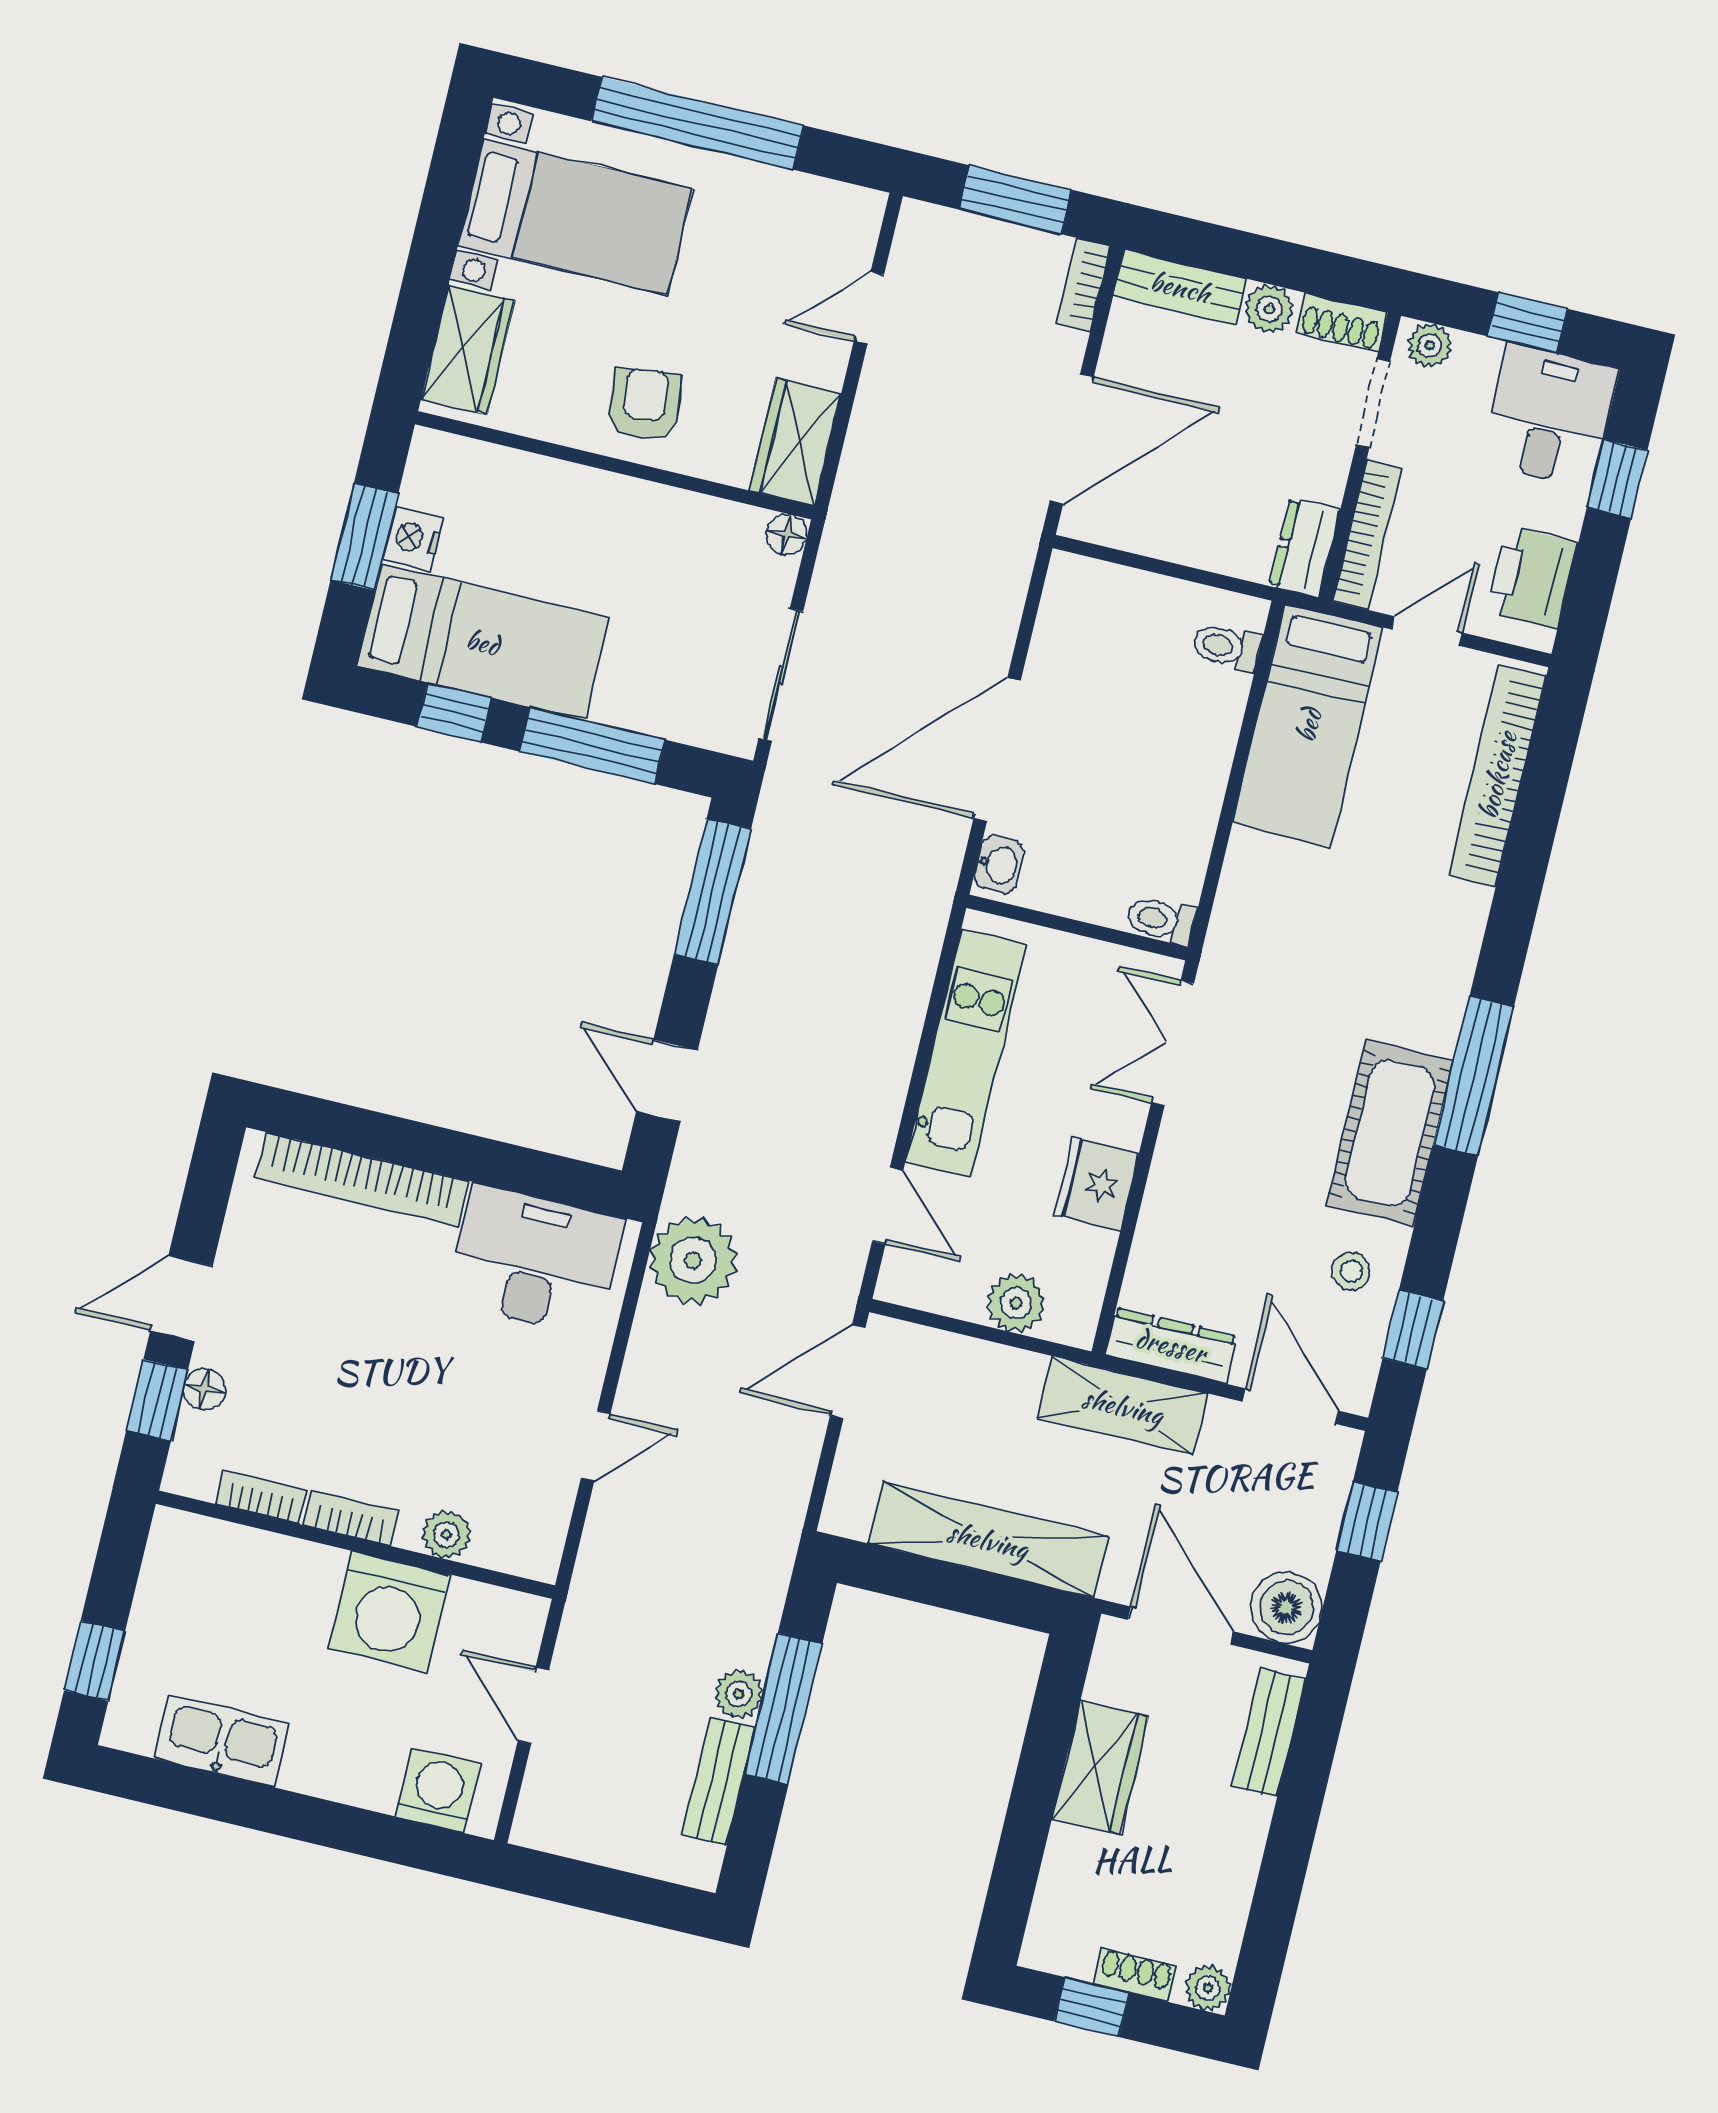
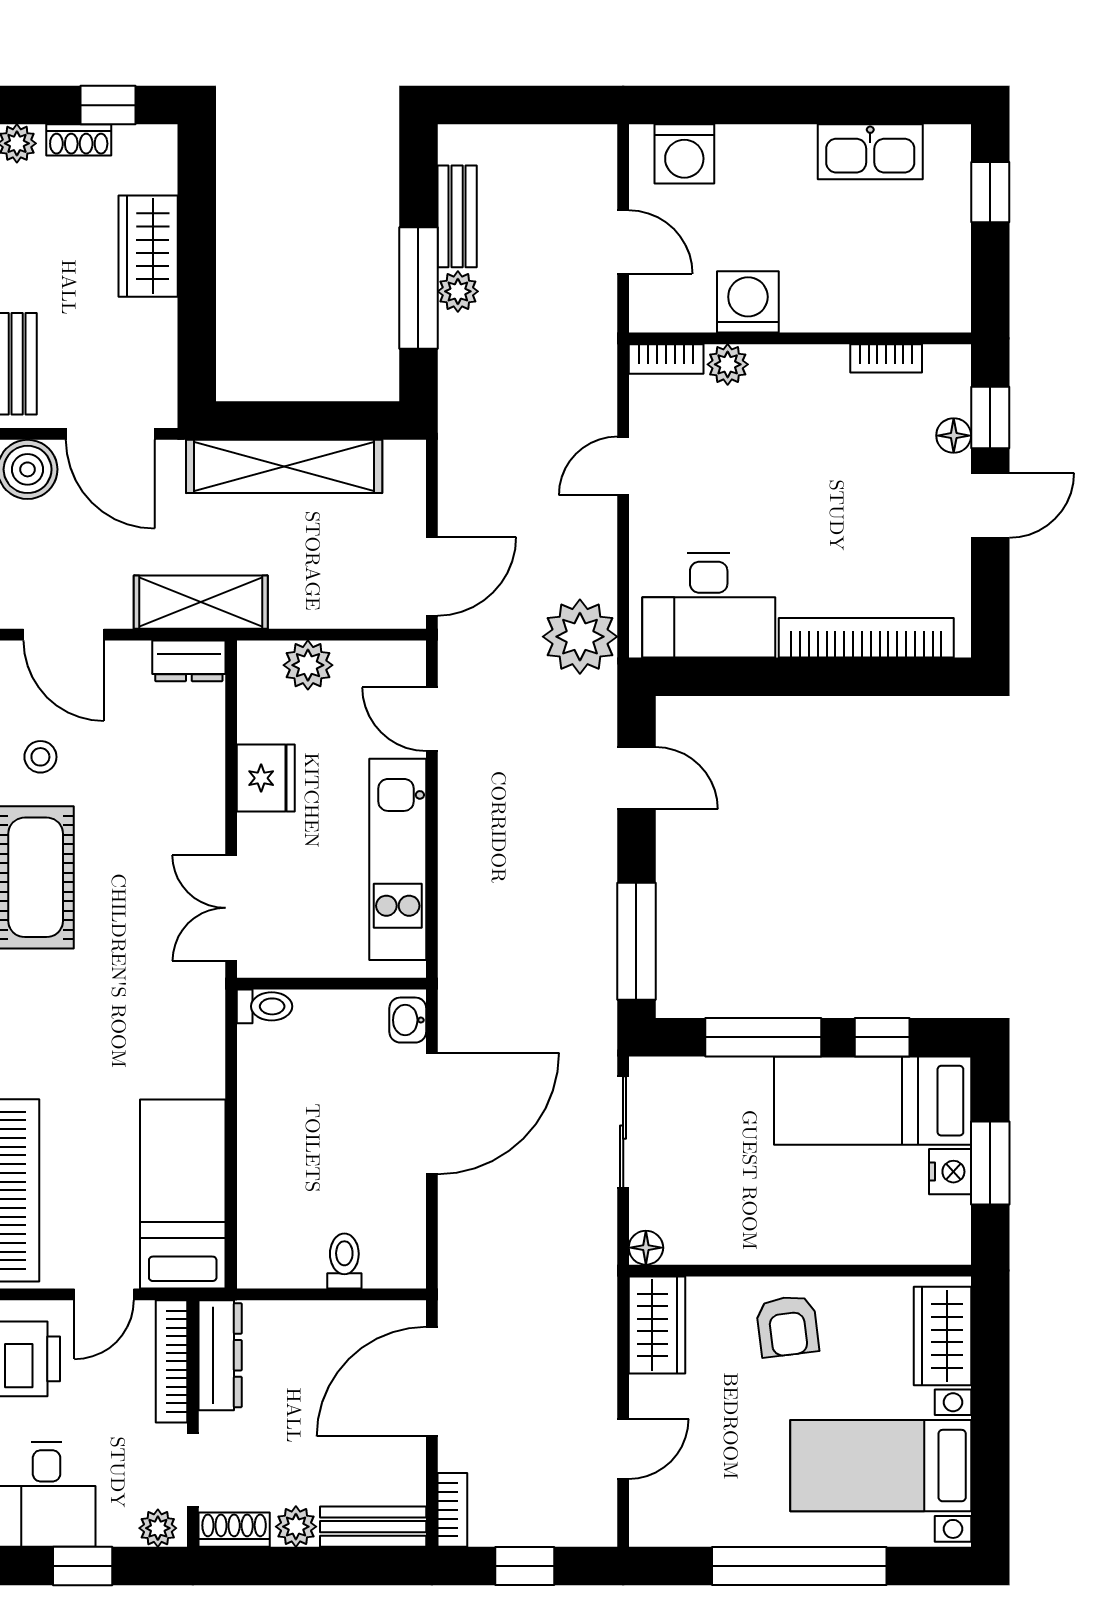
window: (1015, 200) -> (525, 1566), width x0.67
dresser: (1305, 548) -> (220, 1355), width x1.44
toilet: (1227, 647) -> (344, 1261), moved, turned -90
double door: (1172, 1043) -> (231, 908), swing flipped
dresser: (1171, 1345) -> (189, 661), width x0.70
bookcase: (351, 1518) -> (666, 359), moved
washing machine: (389, 1611) -> (748, 302), width x0.73, depth x0.73
wardrobe: (1100, 1768) -> (148, 246), moved

